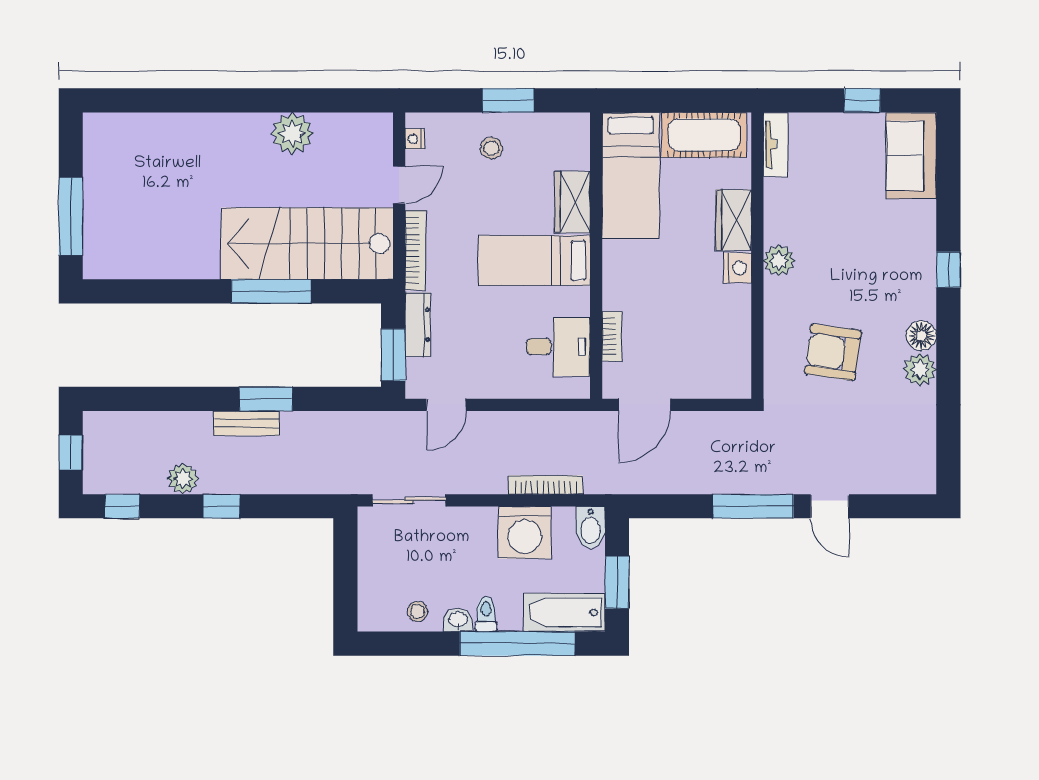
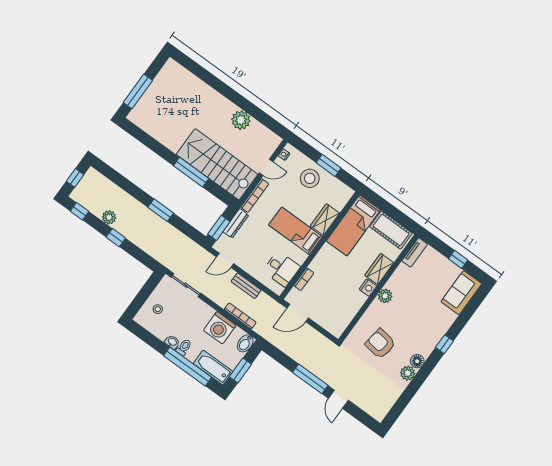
stool: (491, 148) -> (310, 178), width x1.89, depth x1.89
bench: (246, 423) -> (246, 286), moved
stool: (418, 611) -> (158, 309), moved

